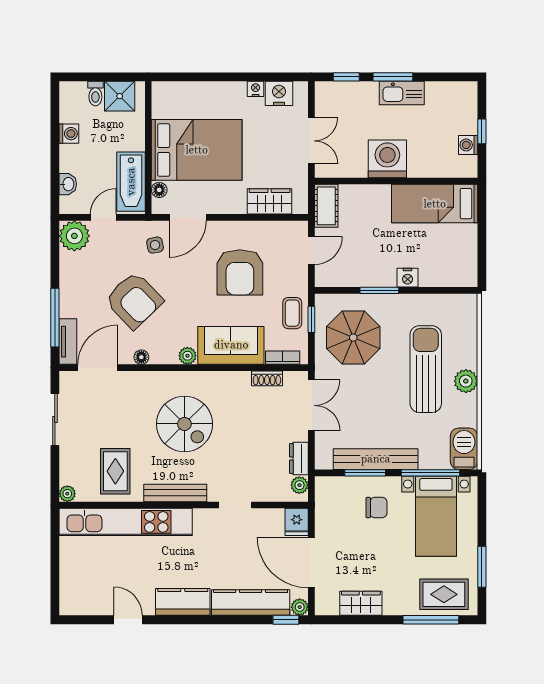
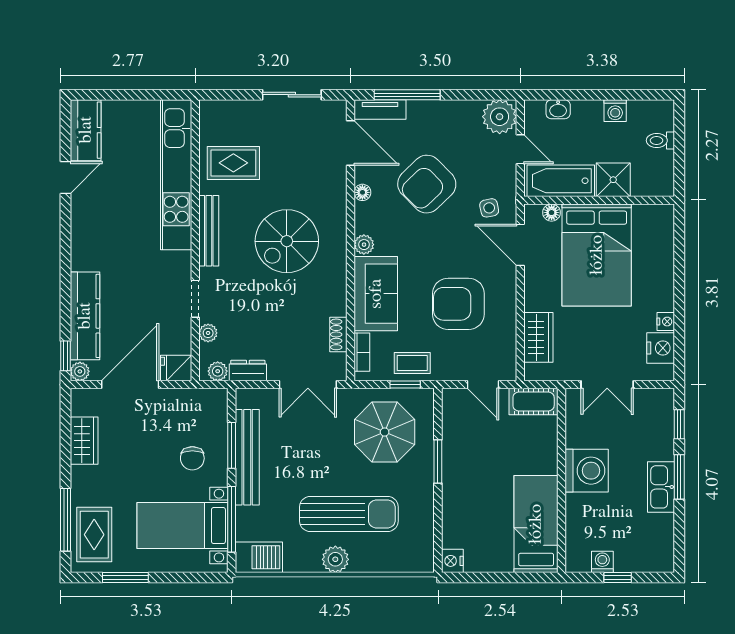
shower: (120, 96) -> (613, 180), moved
nightstand: (408, 278) -> (452, 561), moved
plant: (67, 494) -> (208, 333), moved
kitchen counter: (183, 602) -> (86, 130), moved

